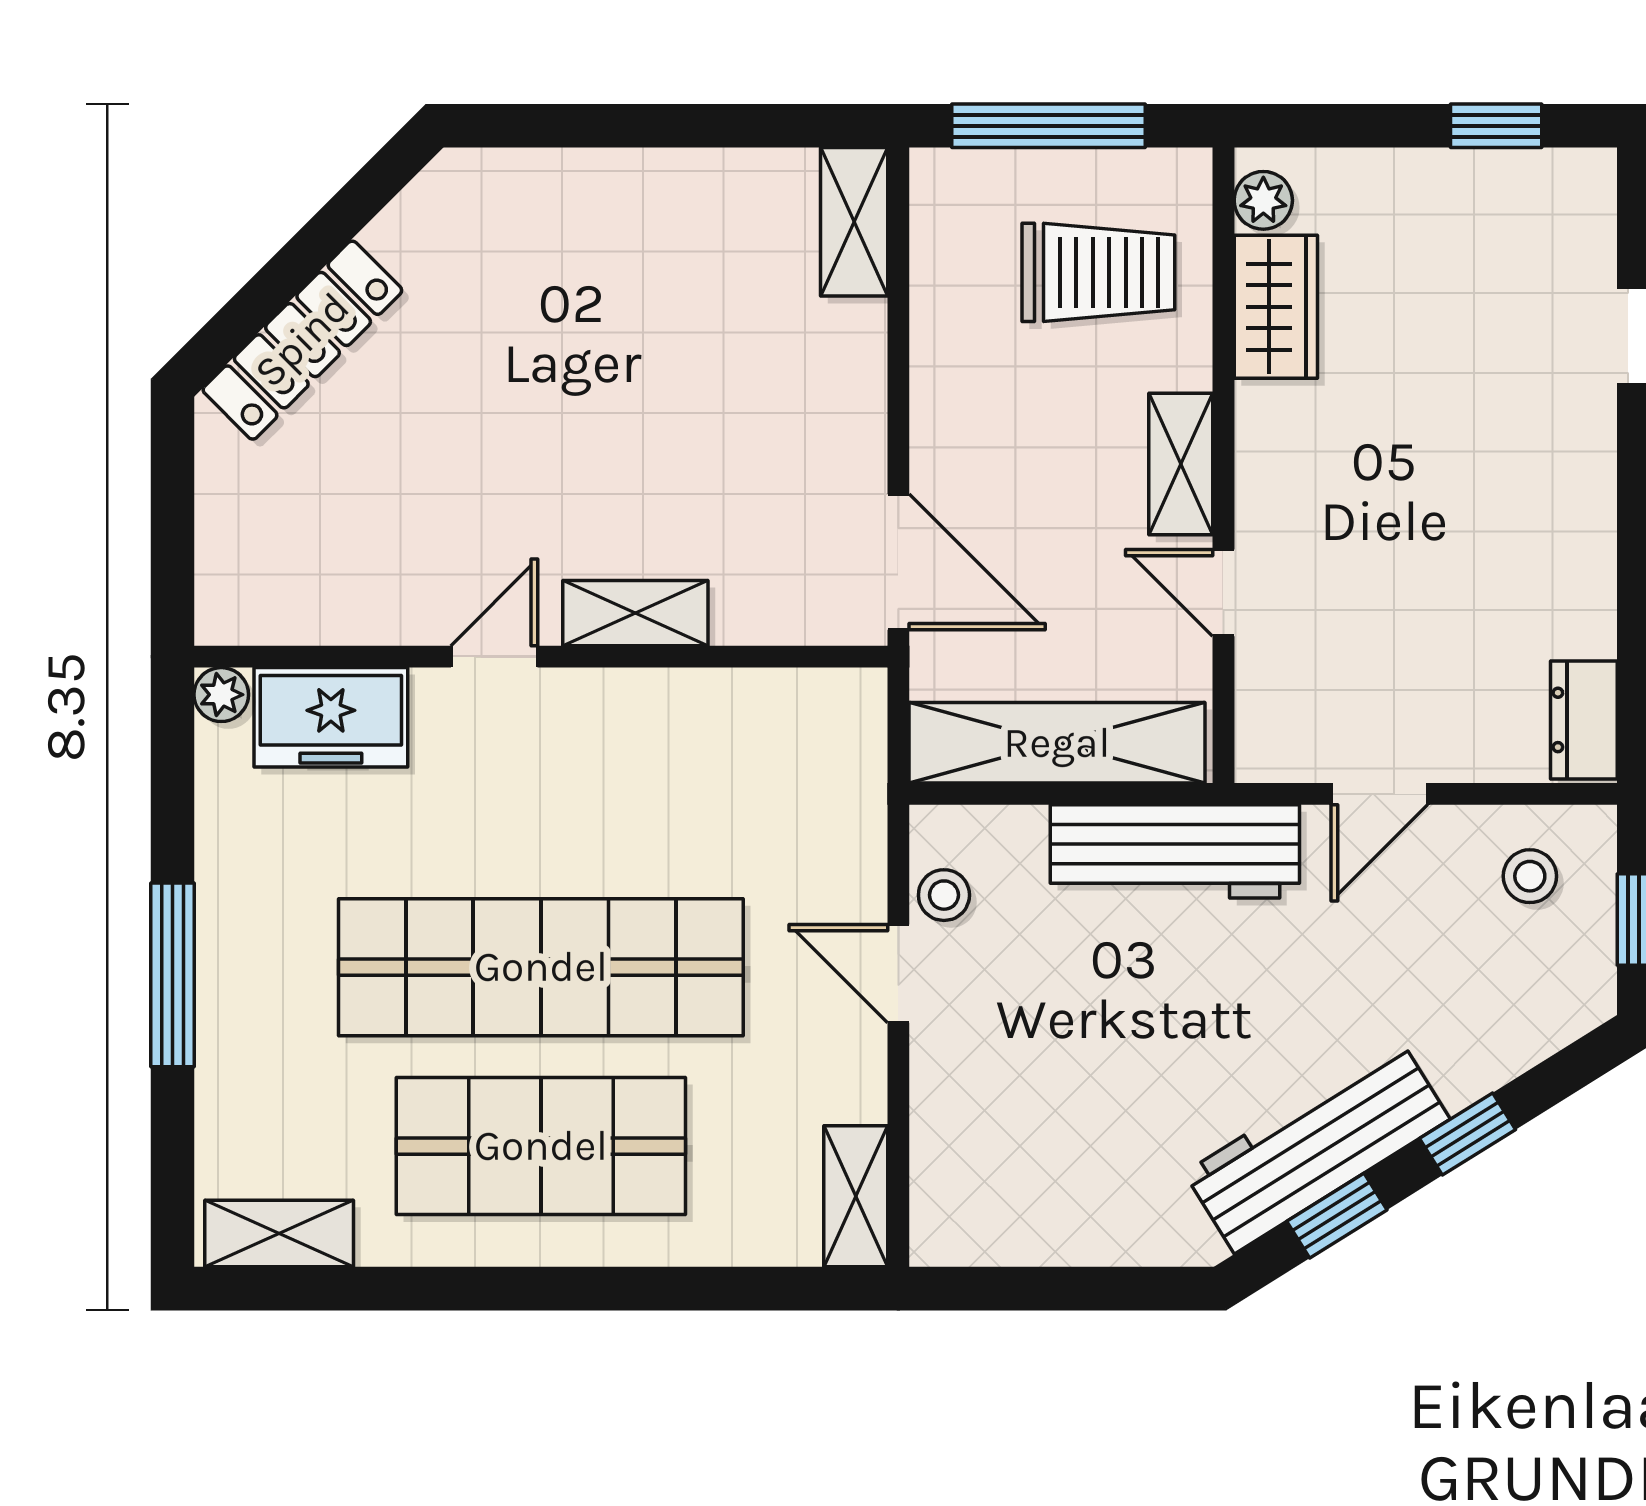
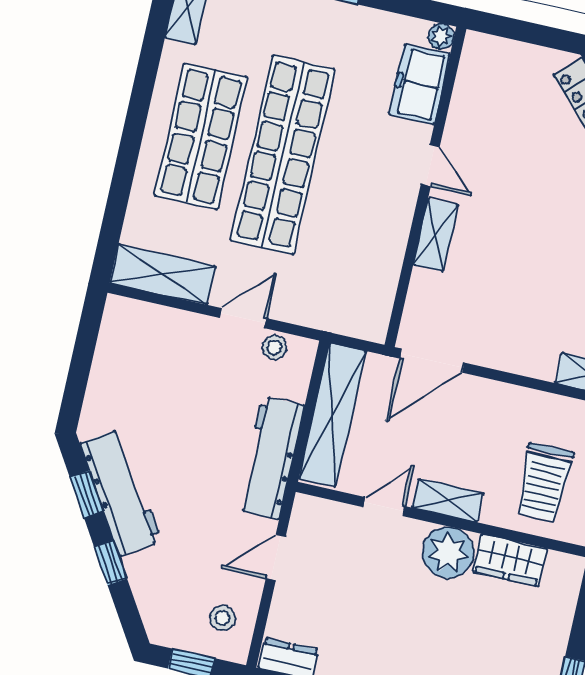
plant: (1263, 200) -> (448, 552), moved, width x1.88, depth x1.88
door: (1379, 794) -> (276, 557), hinge flipped
shelving: (856, 1196) -> (163, 274), width x1.50, depth x1.33

